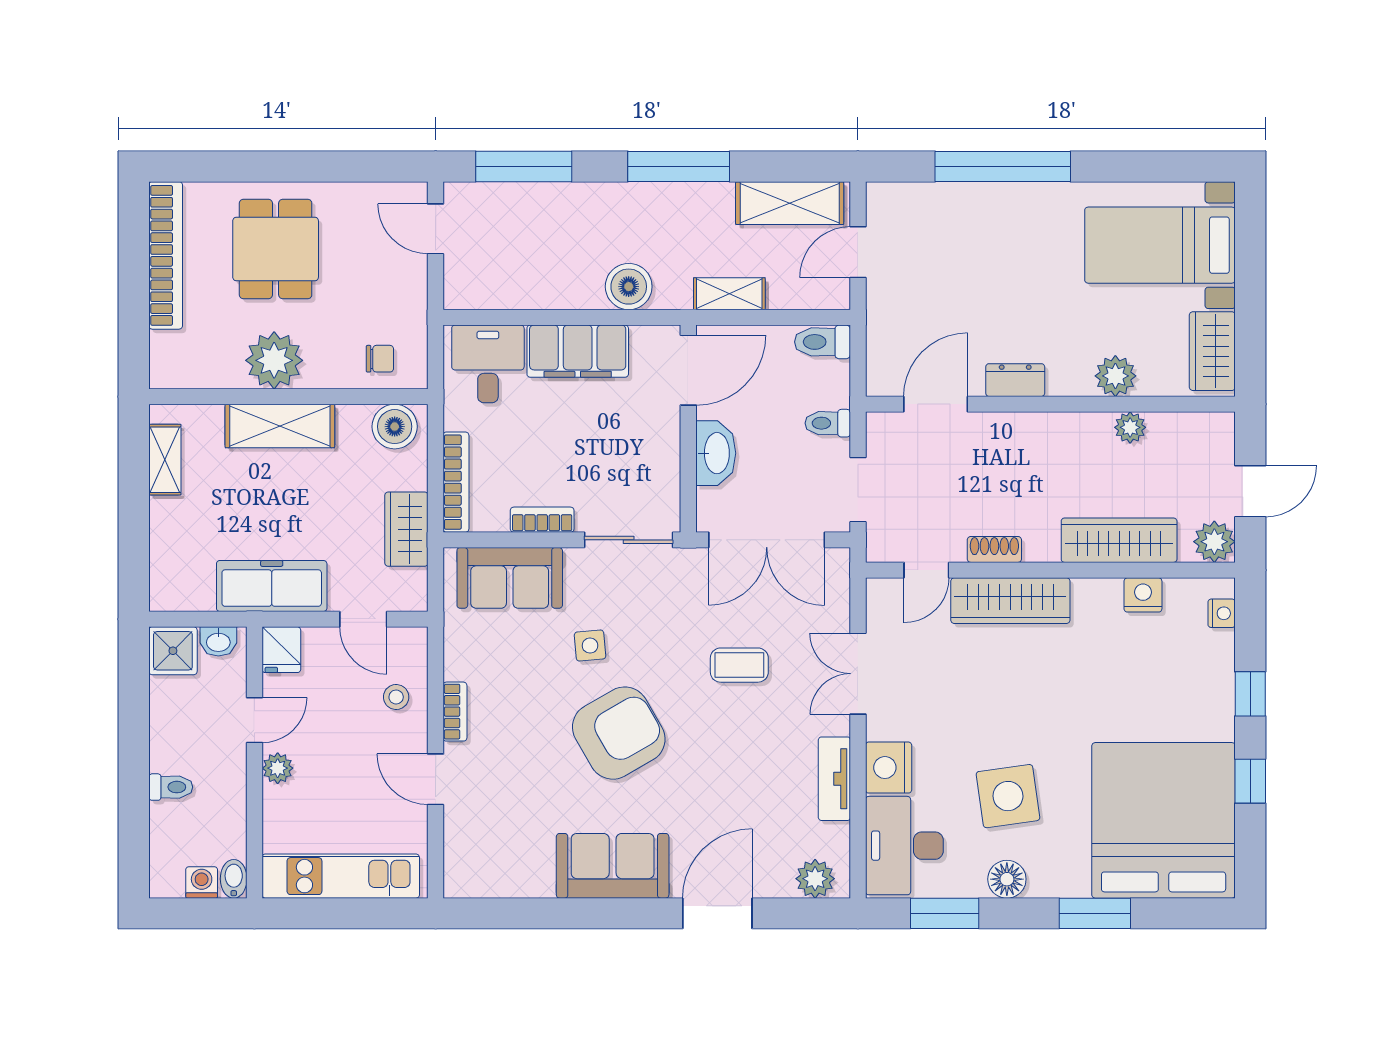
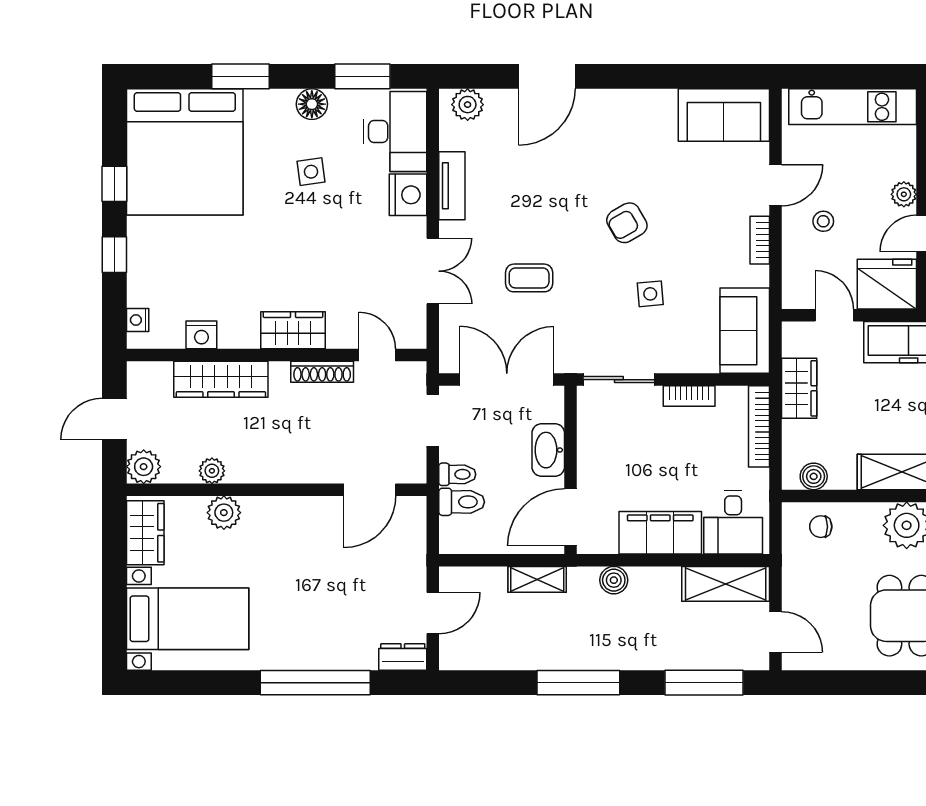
shelving: (790, 203) -> (726, 584), moved
boiler: (629, 287) -> (614, 580), width x0.73, depth x0.73
toilet: (822, 342) -> (462, 502), moved
dresser: (1015, 380) -> (403, 657), moved, turned 180
boiler: (395, 427) -> (814, 476), width x0.73, depth x0.73
plant: (1214, 542) -> (144, 467), moved
shoe rack: (994, 549) -> (322, 372), width x1.43
door: (926, 570) -> (377, 355), hinge flipped
sofa: (510, 578) -> (745, 331), moved, turned -90
wardrobe: (1010, 601) -> (293, 330), width x0.67
fridge: (281, 650) -> (887, 284), width x1.88, depth x1.34
stool: (396, 697) -> (823, 221), moved
armchair: (619, 733) -> (627, 223), width x0.53, depth x0.53
door: (436, 779) -> (776, 185), hinge flipped
side table: (1008, 796) -> (311, 172), width x0.54, depth x0.54
sofa: (613, 866) -> (724, 115), moved

